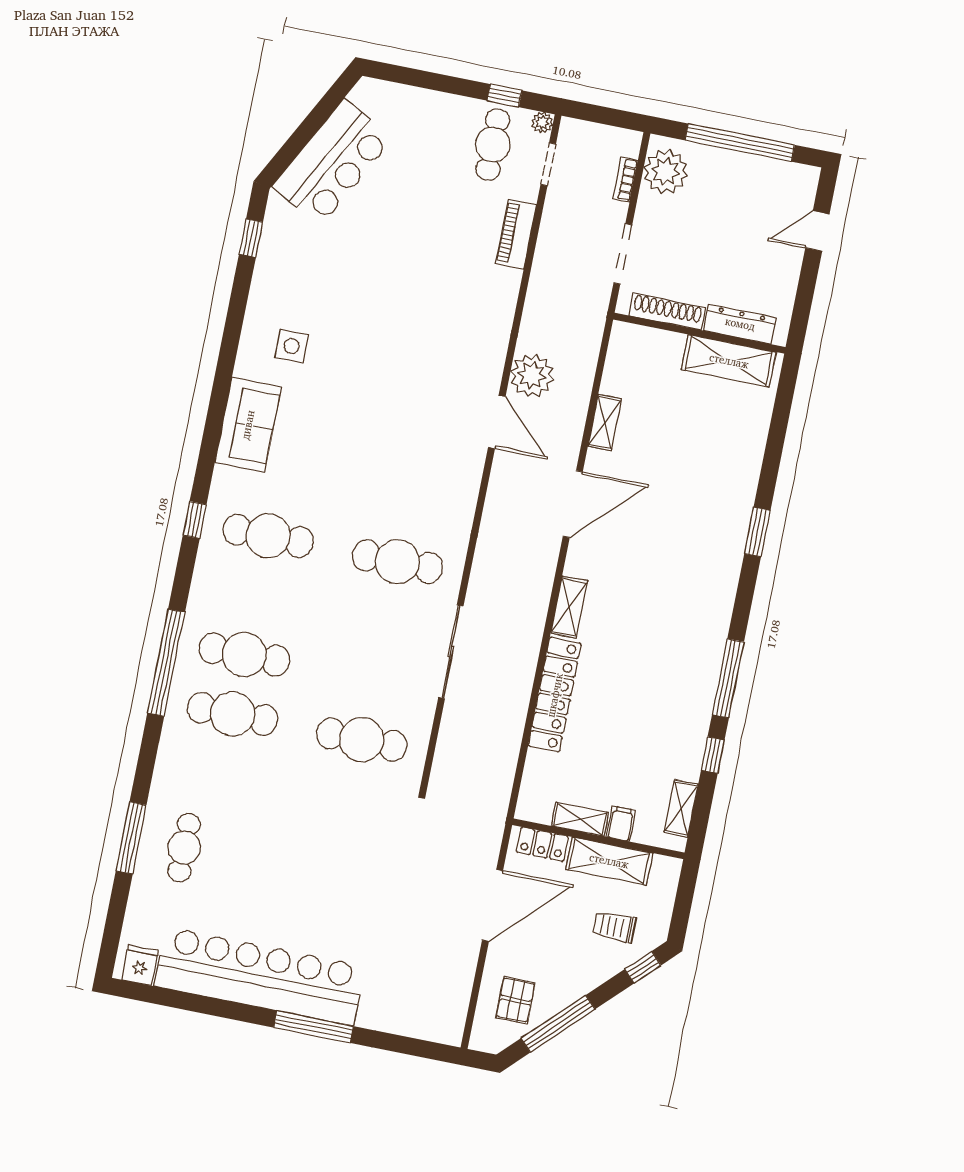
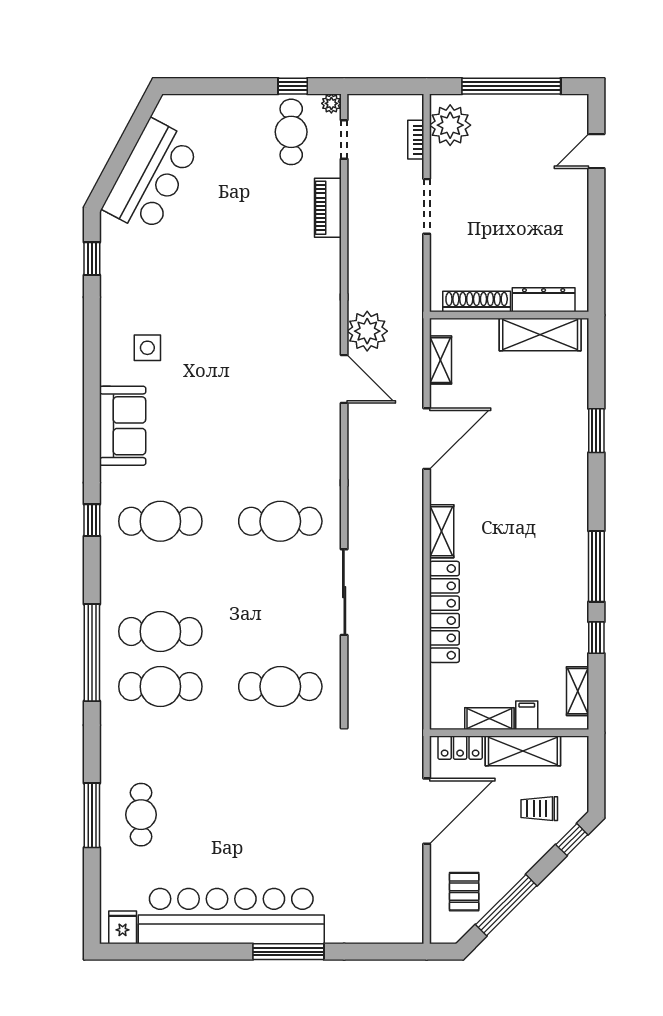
shoe rack: (667, 312) -> (477, 302), moved
dresser: (740, 324) -> (544, 300), moved
wall: (699, 333) -> (509, 315), moved
shelving: (729, 361) -> (540, 334), moved

